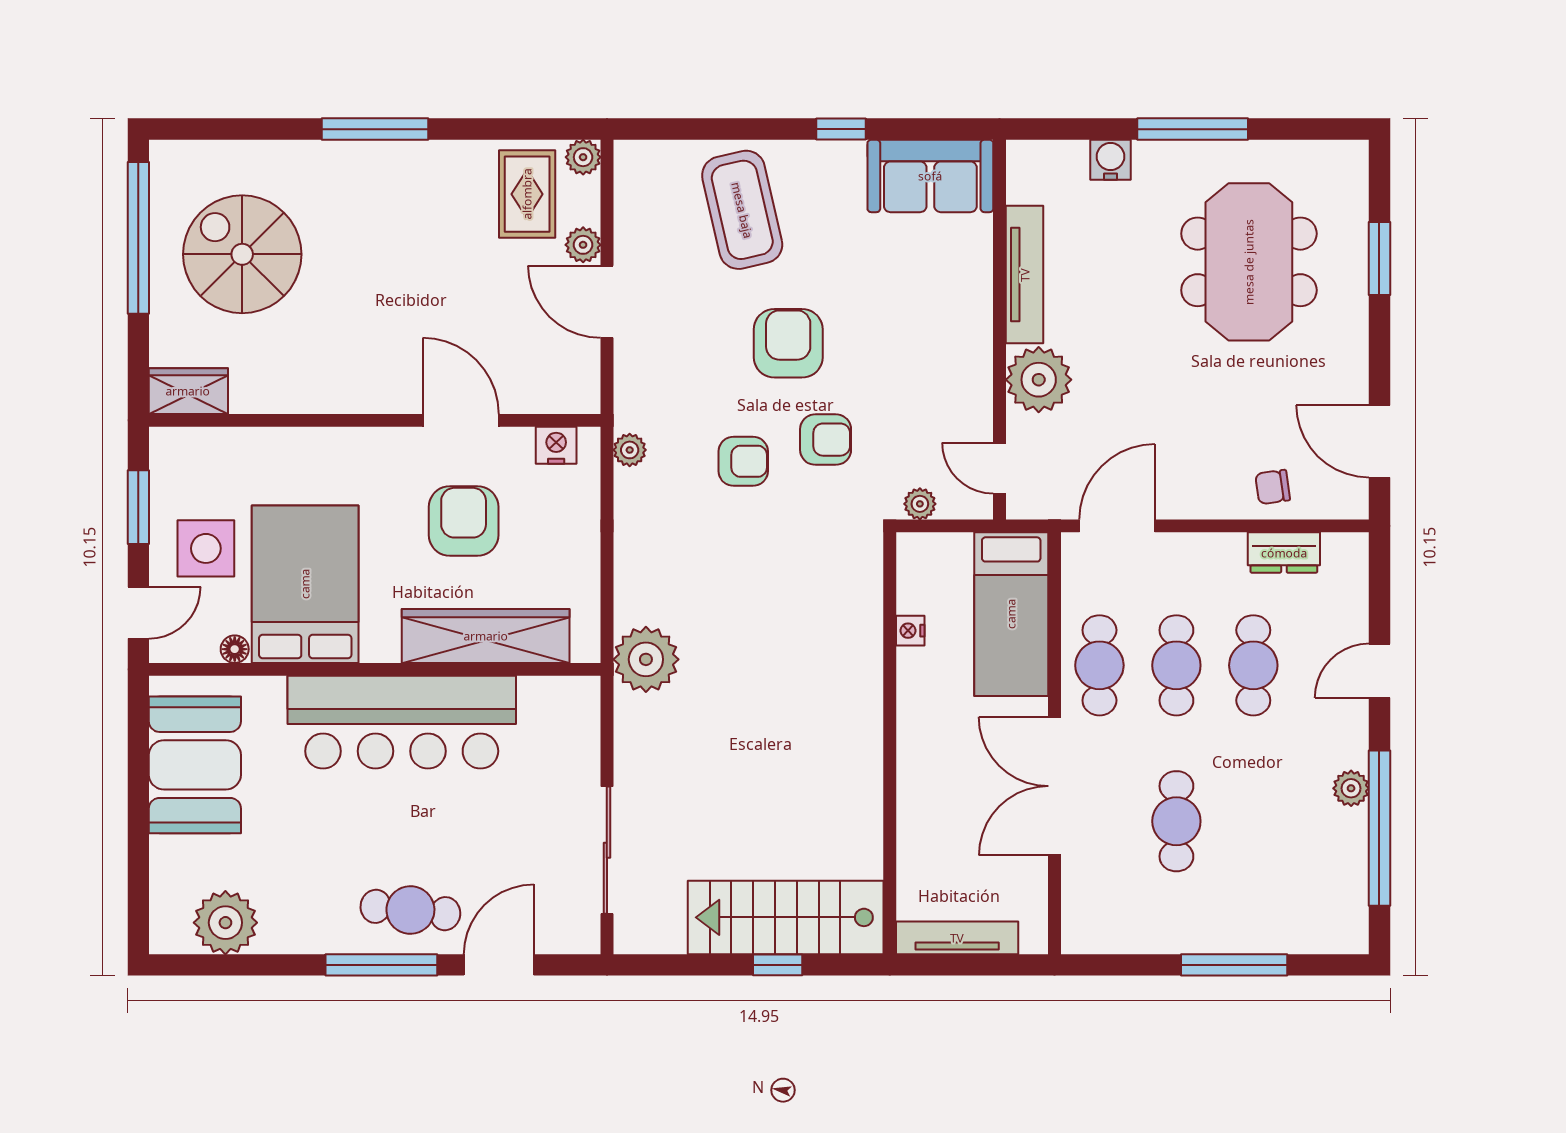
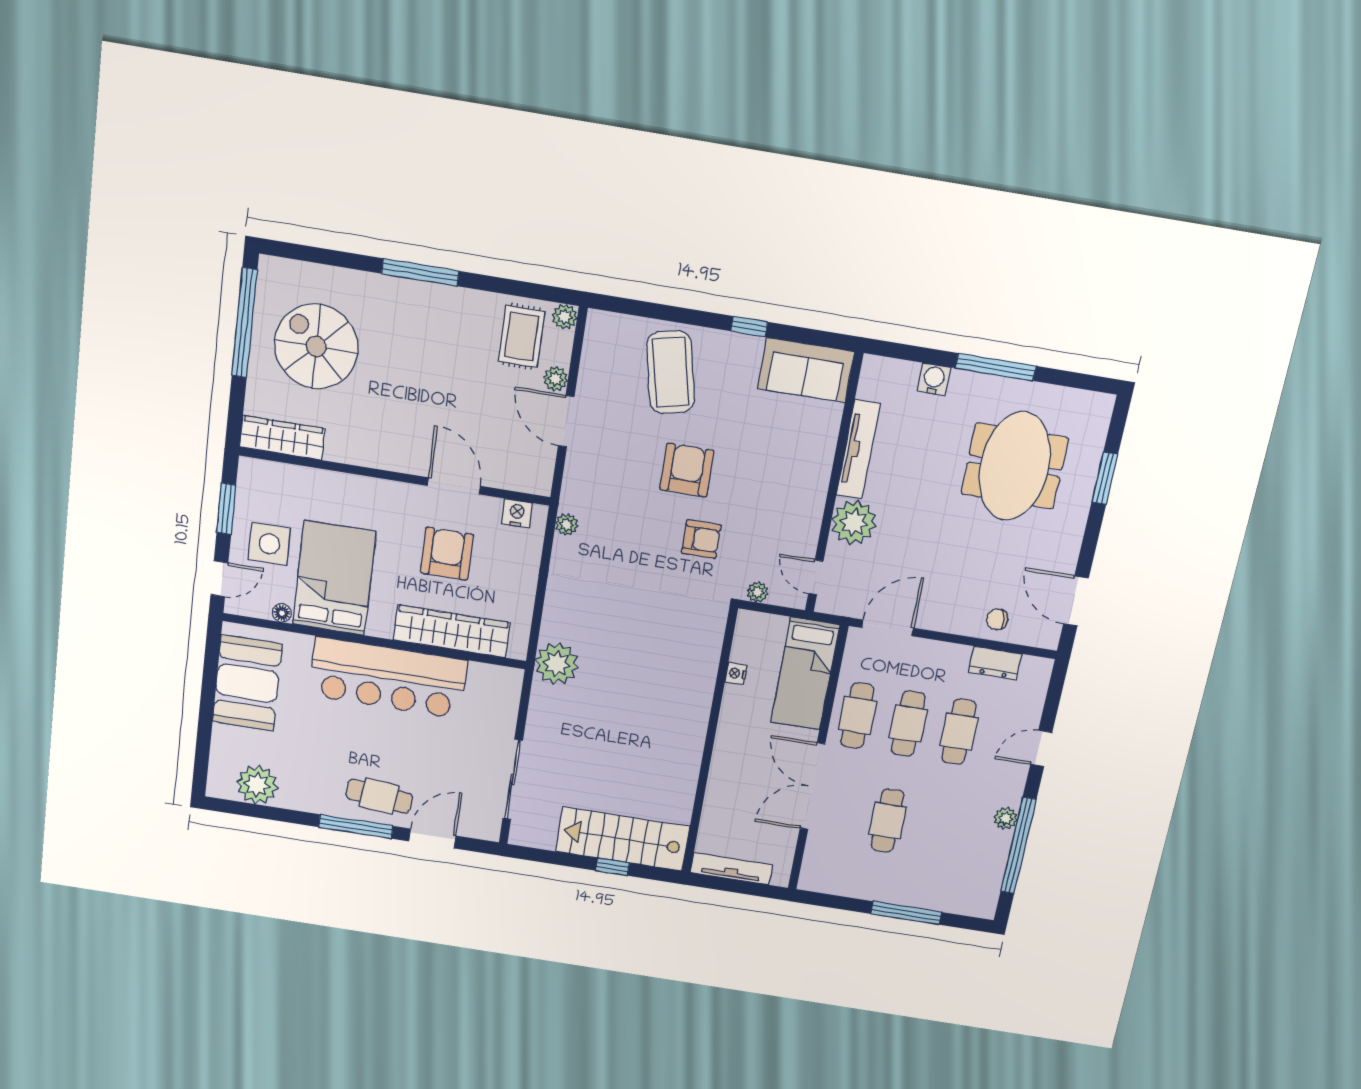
wardrobe: (188, 391) -> (282, 438), width x1.50
armchair: (743, 461) -> (643, 545), removed

